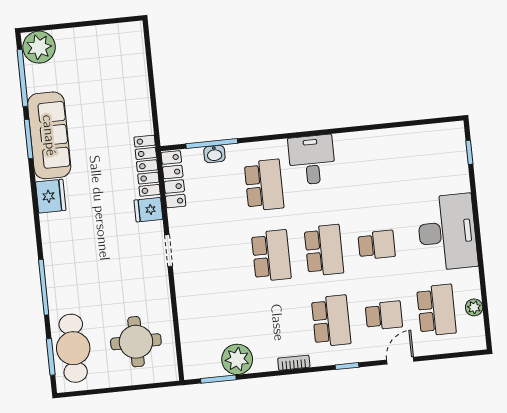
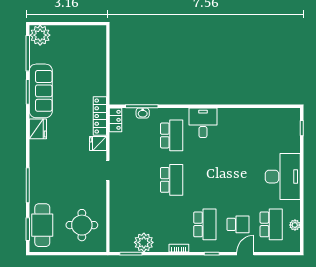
locker: (173, 179) -> (116, 120), width x0.66
school desk: (377, 245) -> (238, 180), removed
school desk: (324, 250) -> (205, 180), removed

